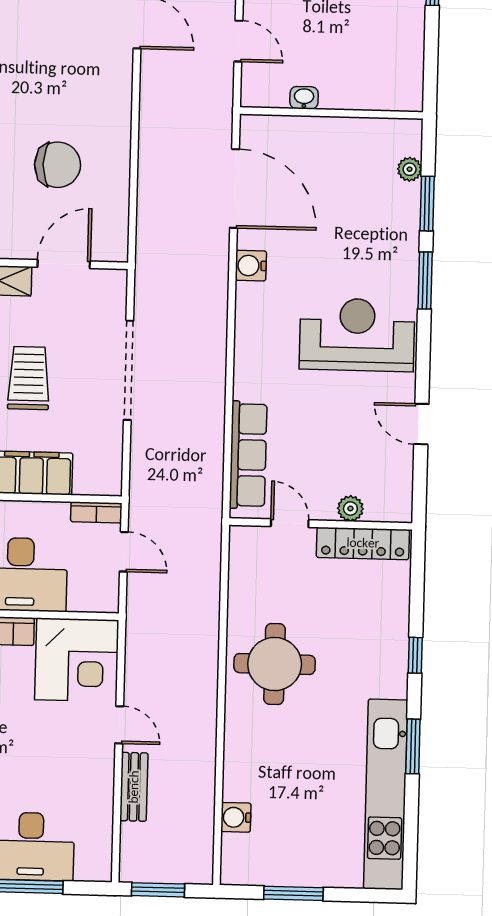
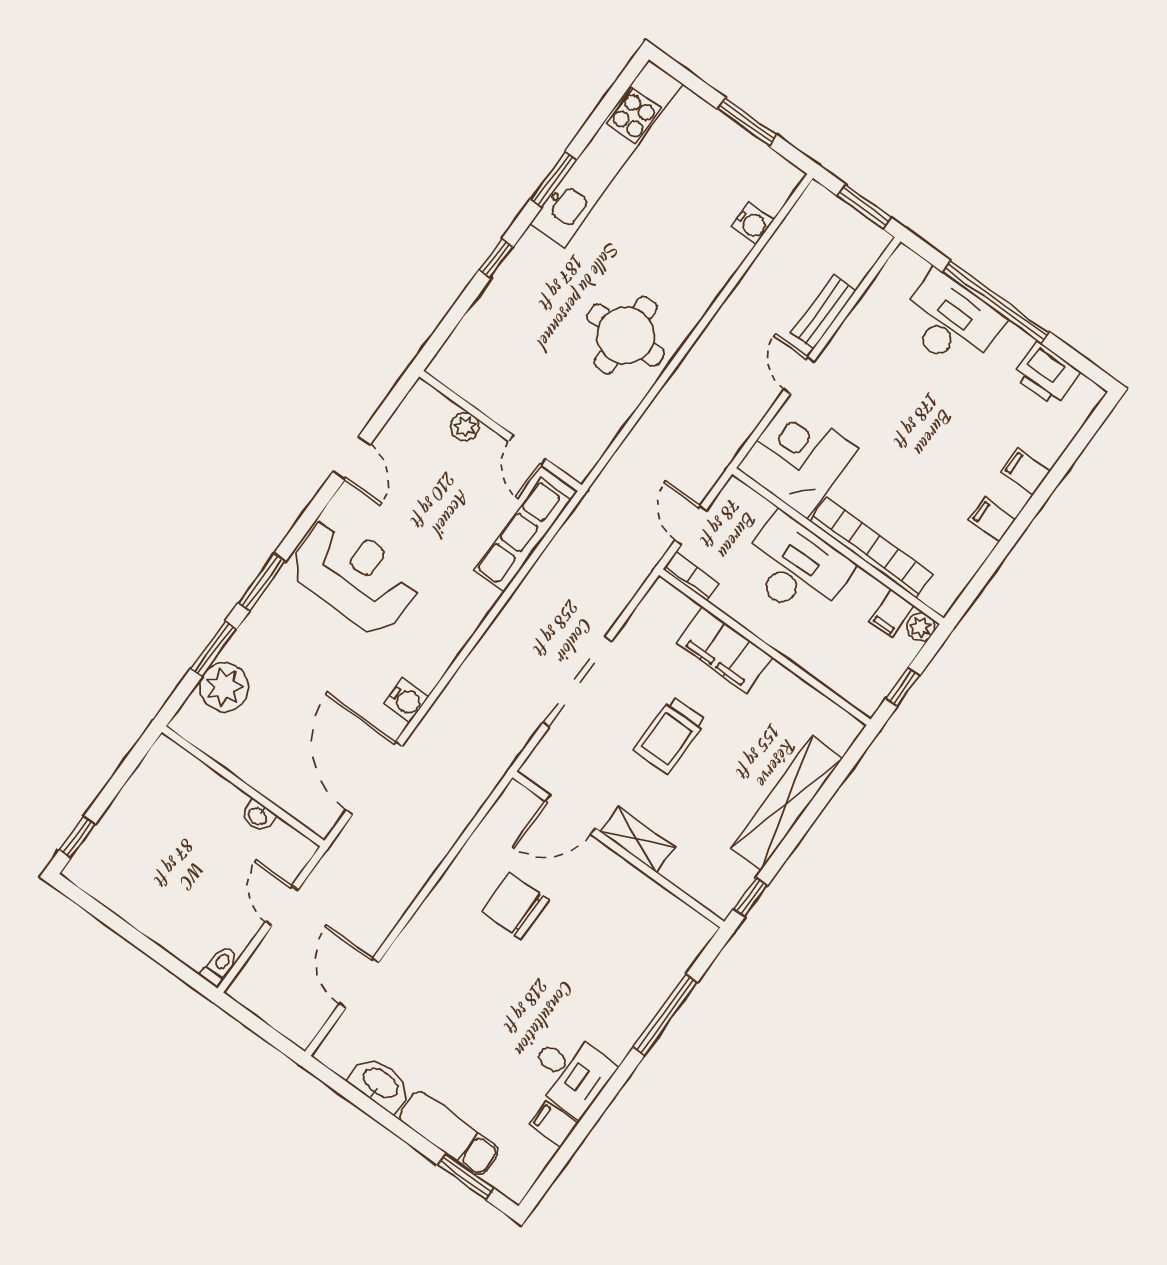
plant: (410, 169) -> (224, 687), width x1.88, depth x1.88
reception desk: (357, 335) -> (354, 576), turned 180
locker: (363, 543) -> (475, 388), removed

